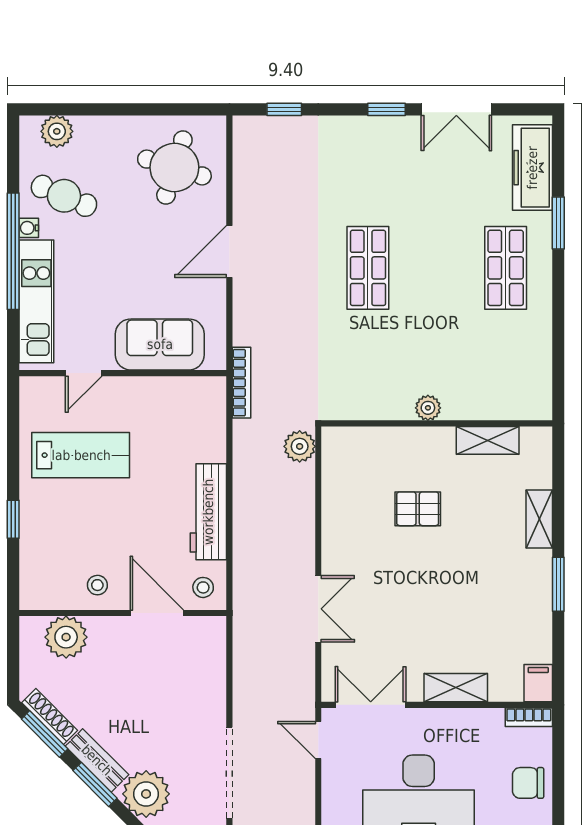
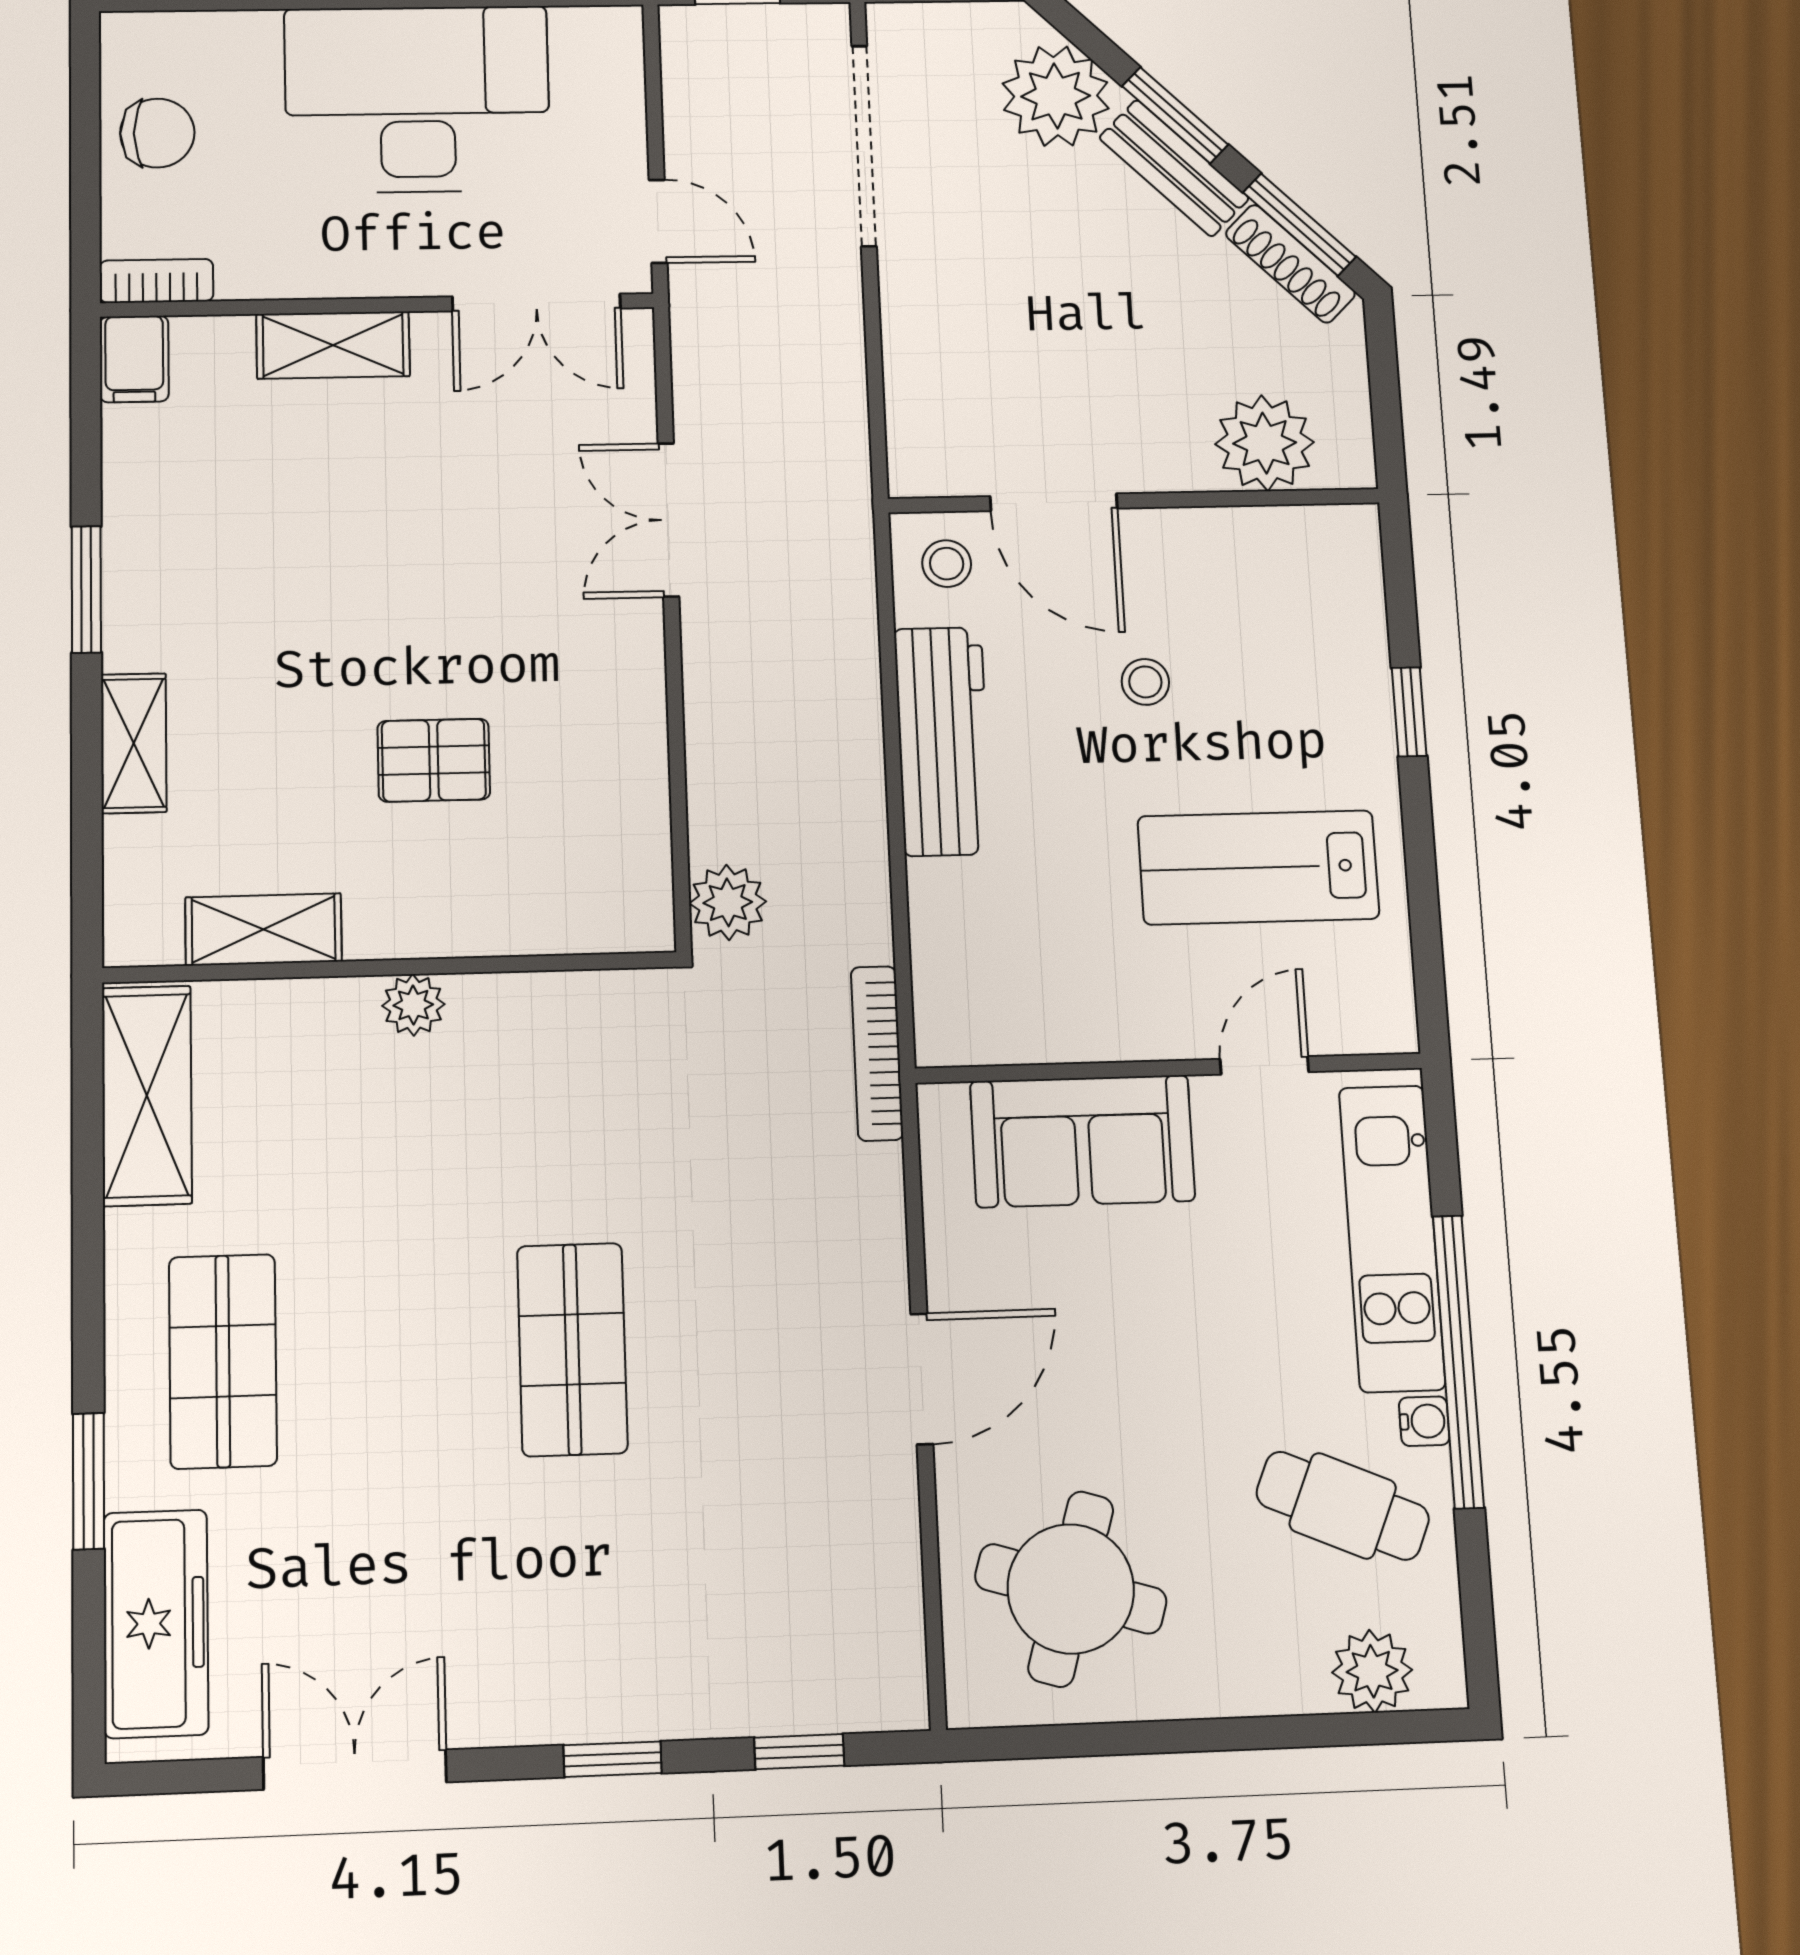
window: (387, 109) -> (613, 1759), moved
shelving: (535, 374) -> (147, 1095), added
stool: (97, 585) -> (1145, 682), moved

